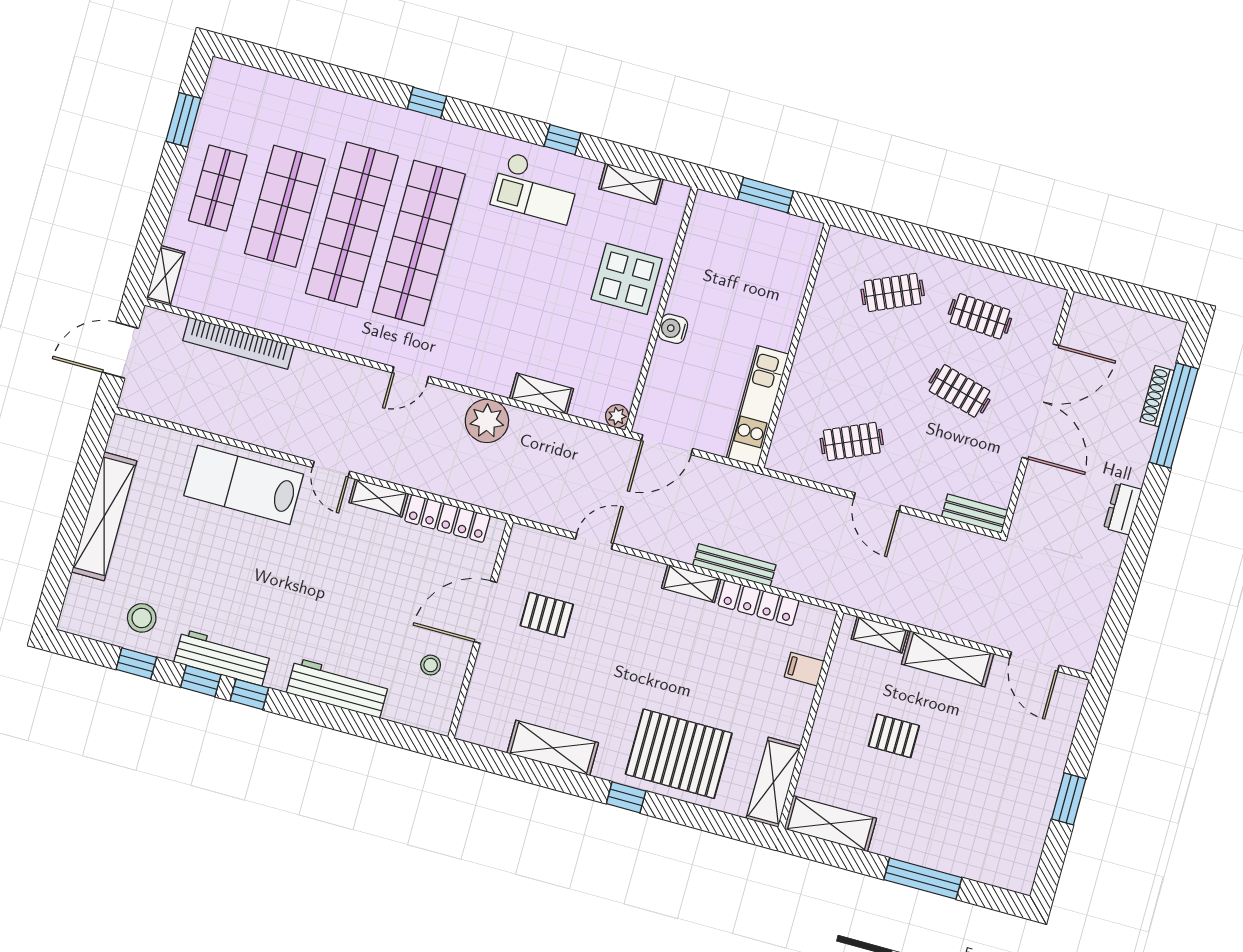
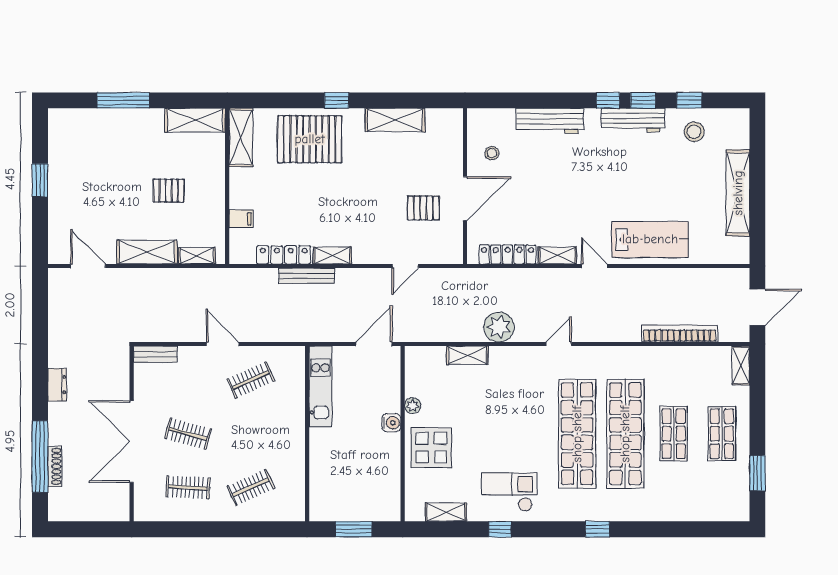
shop shelf: (285, 206) -> (674, 434), width x0.70, depth x0.74
plant: (617, 416) -> (413, 406), moved

